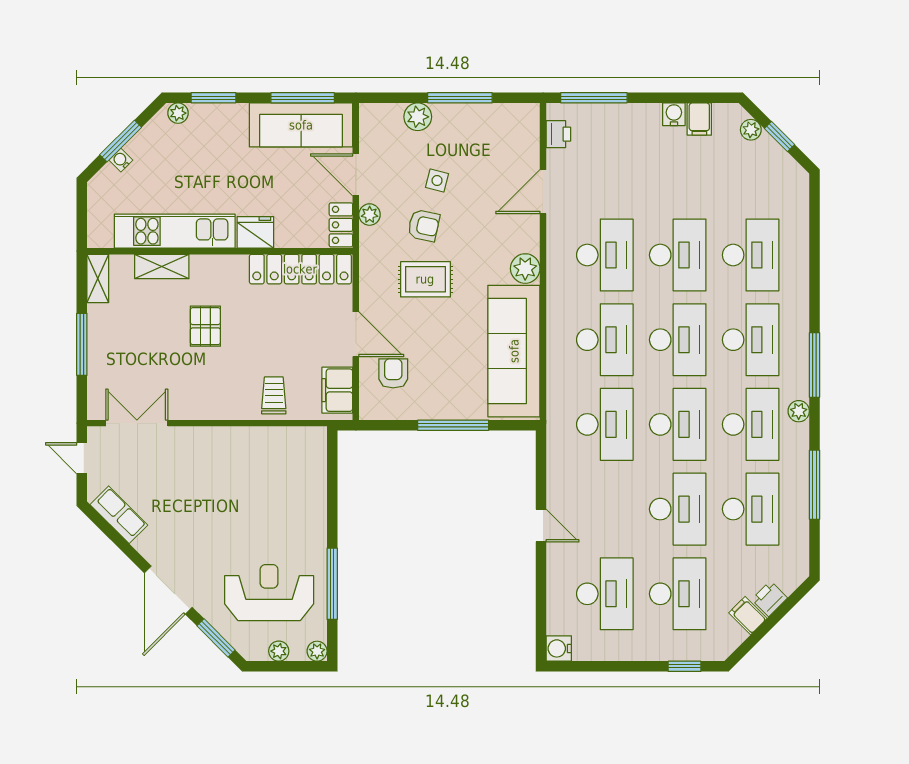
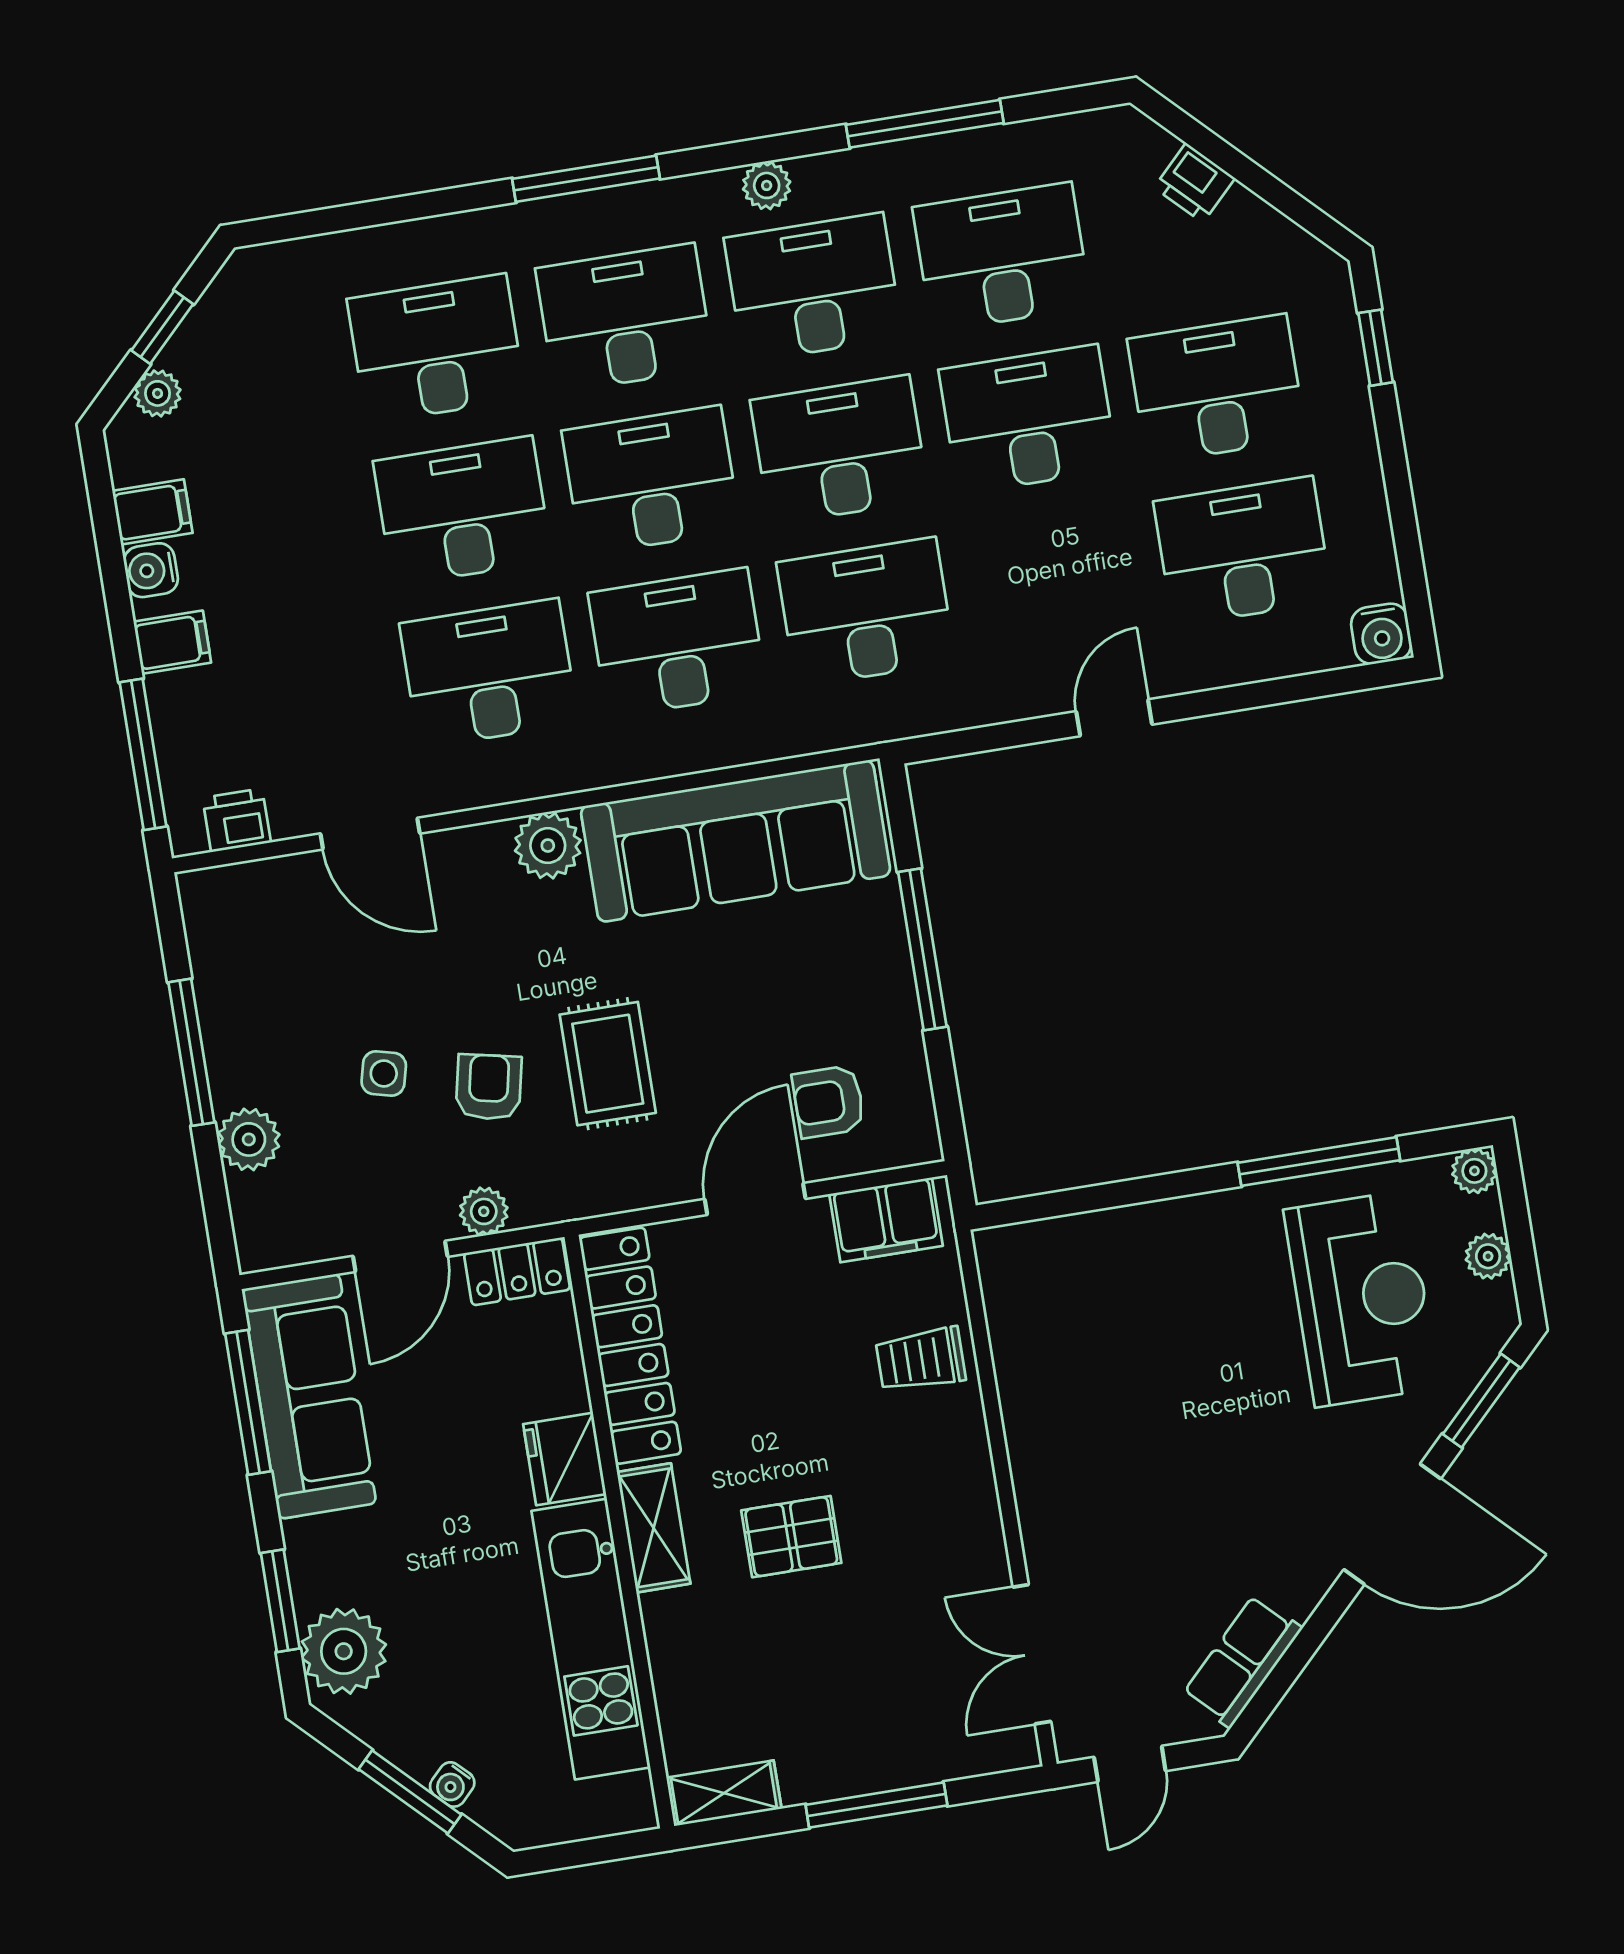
plant: (178, 113) -> (344, 1651), width x1.87, depth x1.87
shelving: (162, 266) -> (654, 1528), moved
window: (814, 365) -> (586, 179), moved
reception desk: (269, 593) -> (1361, 1299), turned 180
filing cabinet: (748, 616) -> (172, 642), moved, turned -135

